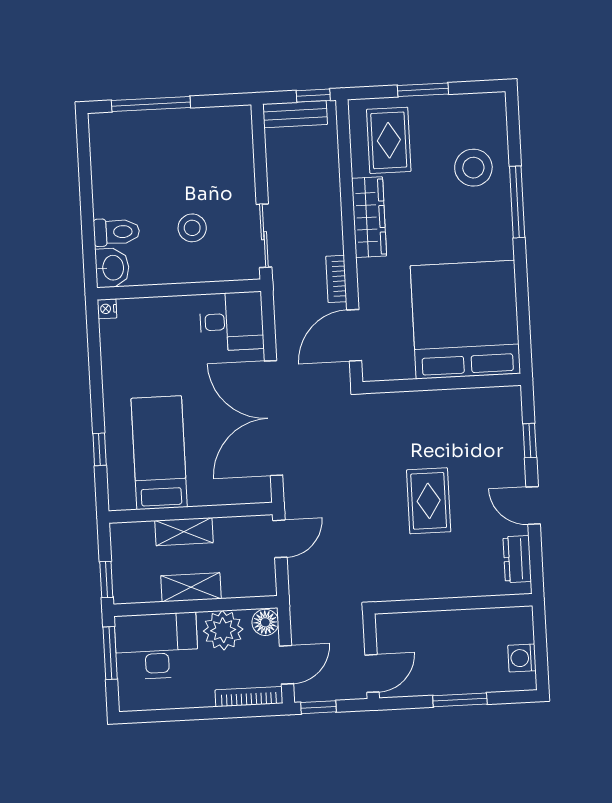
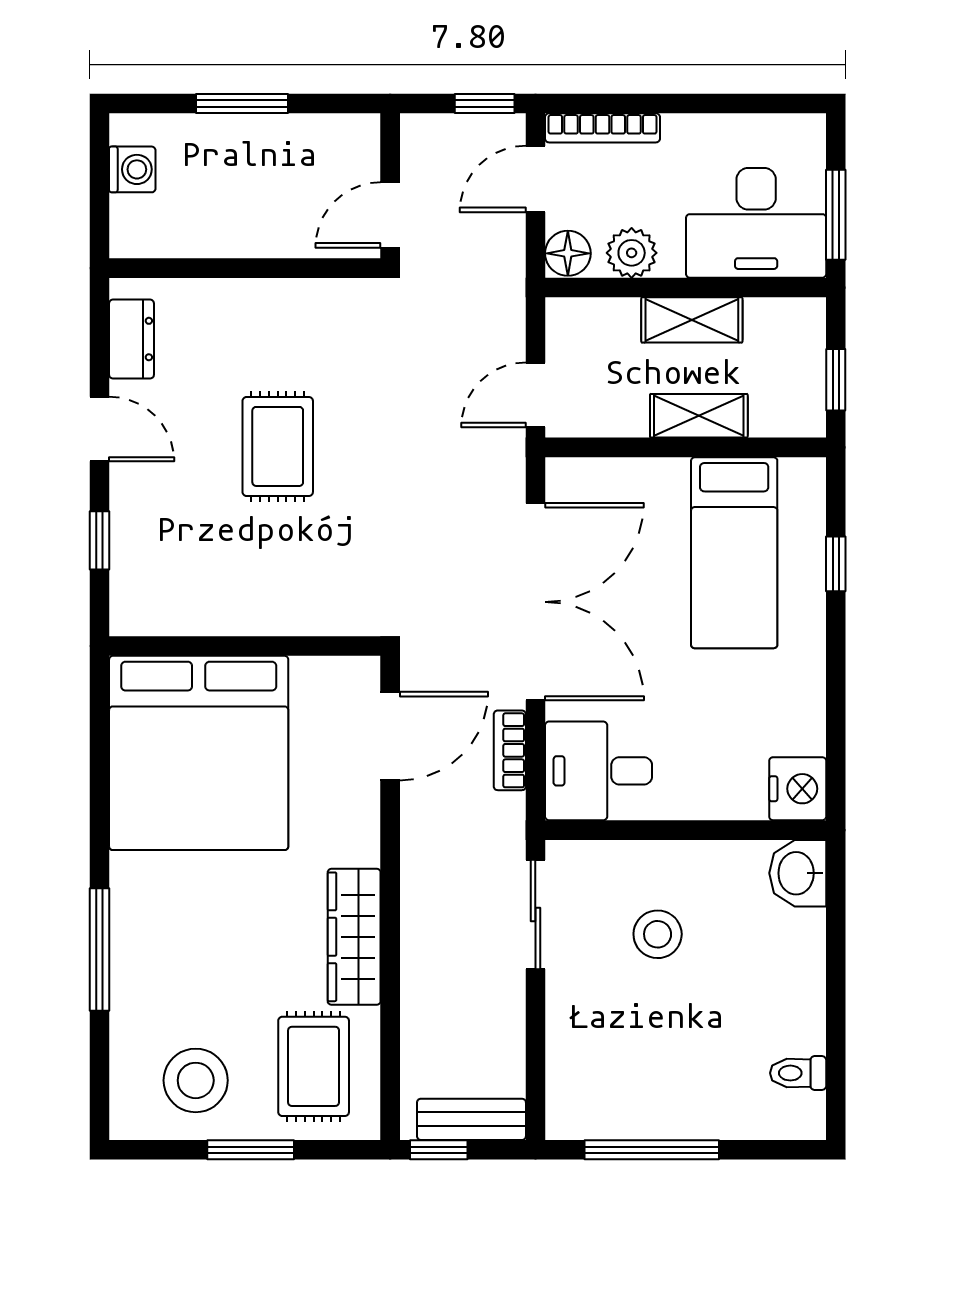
window: (151, 104) -> (652, 1150), moved
stool: (473, 168) -> (196, 1080), moved
toilet: (116, 232) -> (798, 1073), moved, width x0.73, depth x0.72
bookcase: (336, 279) -> (510, 750), moved, turned 180
nightstand: (107, 309) -> (798, 789), width x1.89, depth x1.79
window: (106, 579) -> (836, 380), moved
plant: (223, 630) -> (632, 253), width x0.73, depth x0.73
door: (372, 673) -> (390, 215), moved

